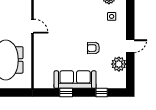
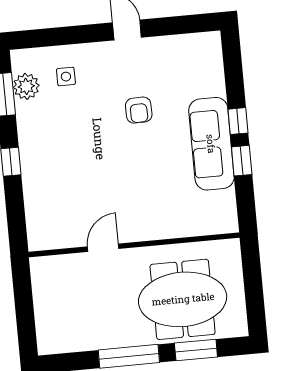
plant: (119, 64) -> (169, 51), removed
window: (102, 93) -> (238, 121), moved

